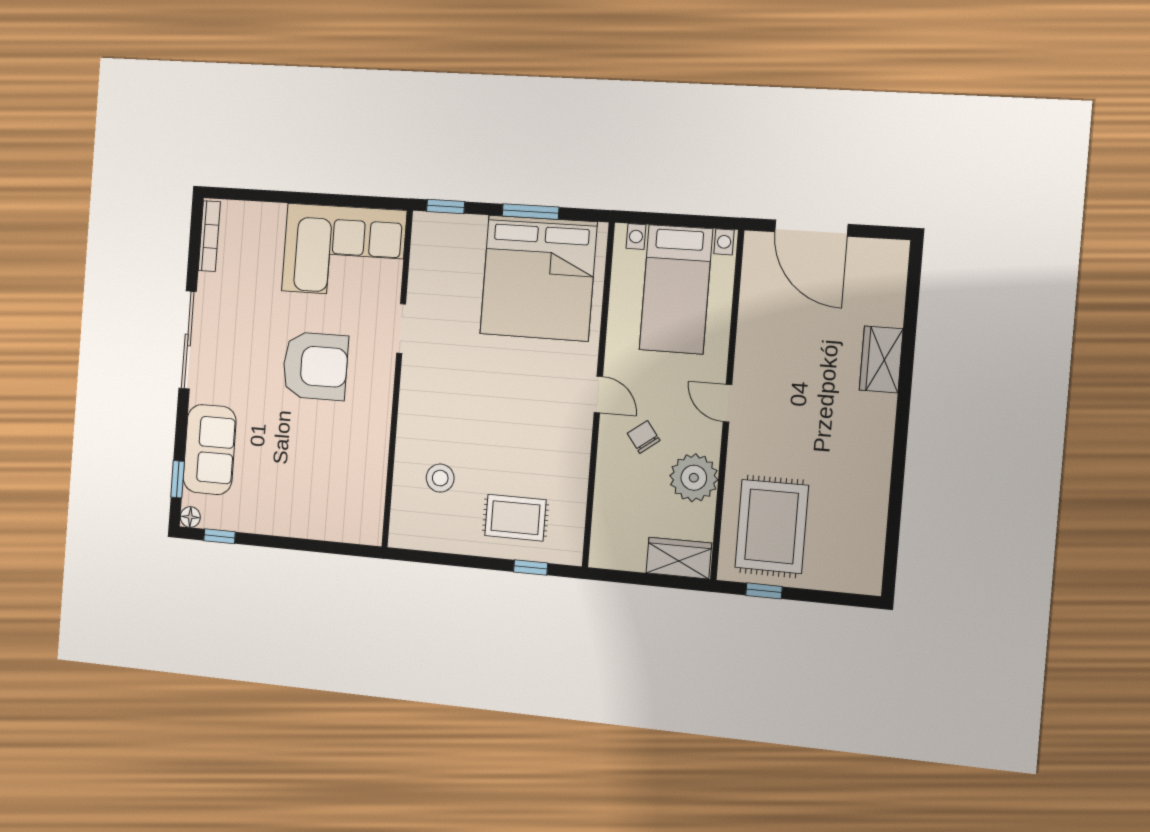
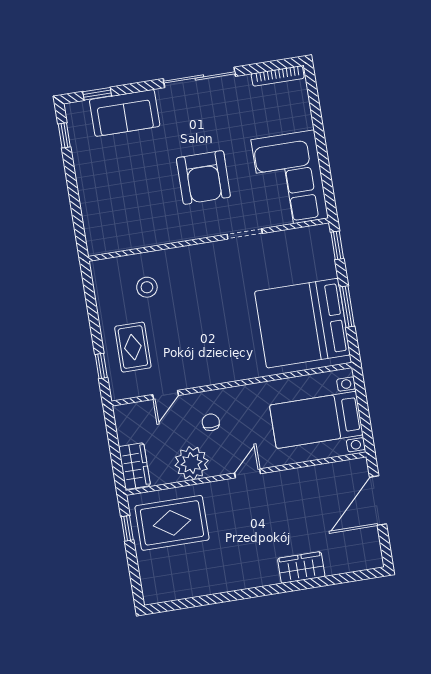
door: (598, 394) -> (165, 395), moved
chair: (644, 437) -> (211, 422), turned -53
floor lamp: (190, 517) -> (72, 110), removed

